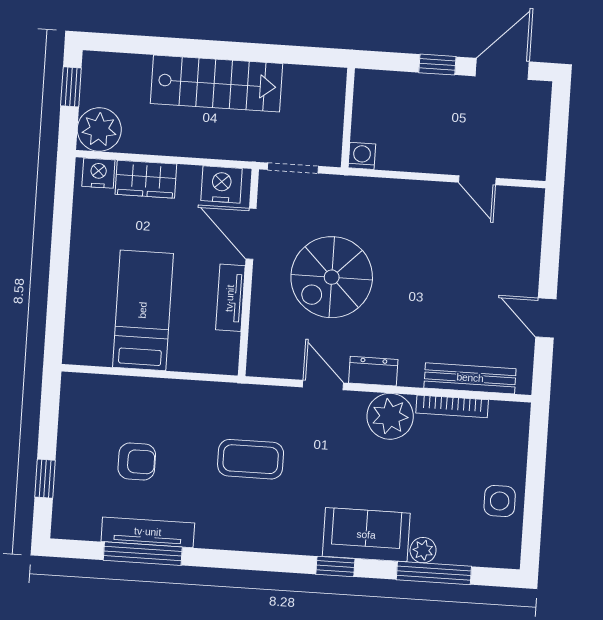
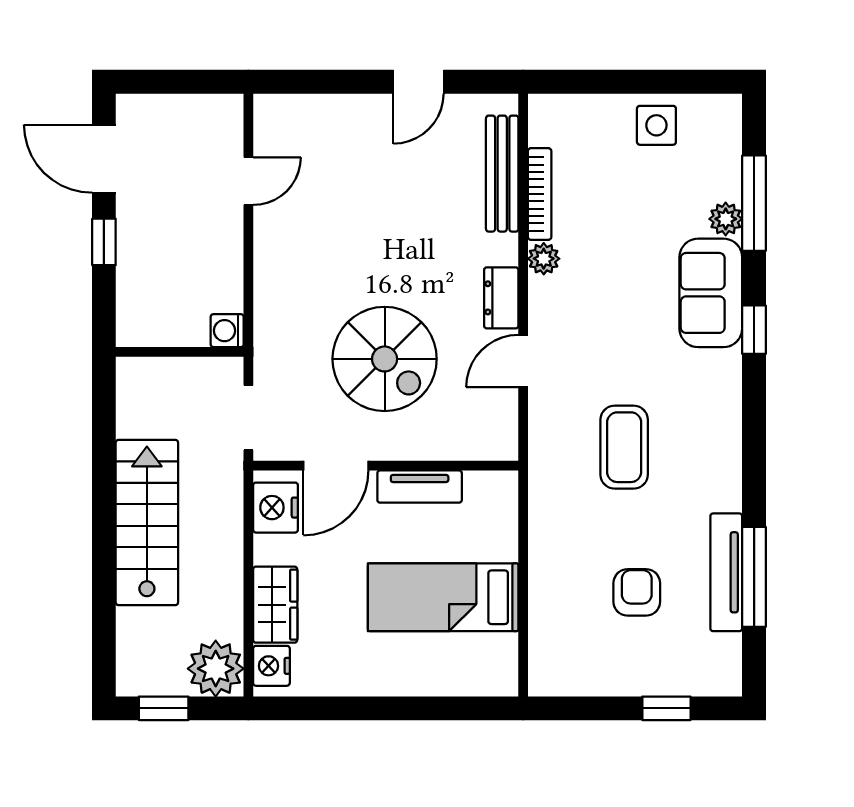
plant: (390, 416) -> (544, 259), width x0.53, depth x0.53

